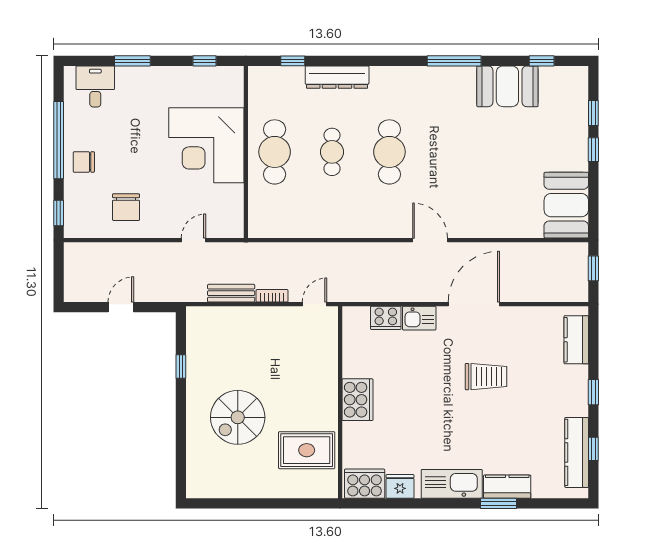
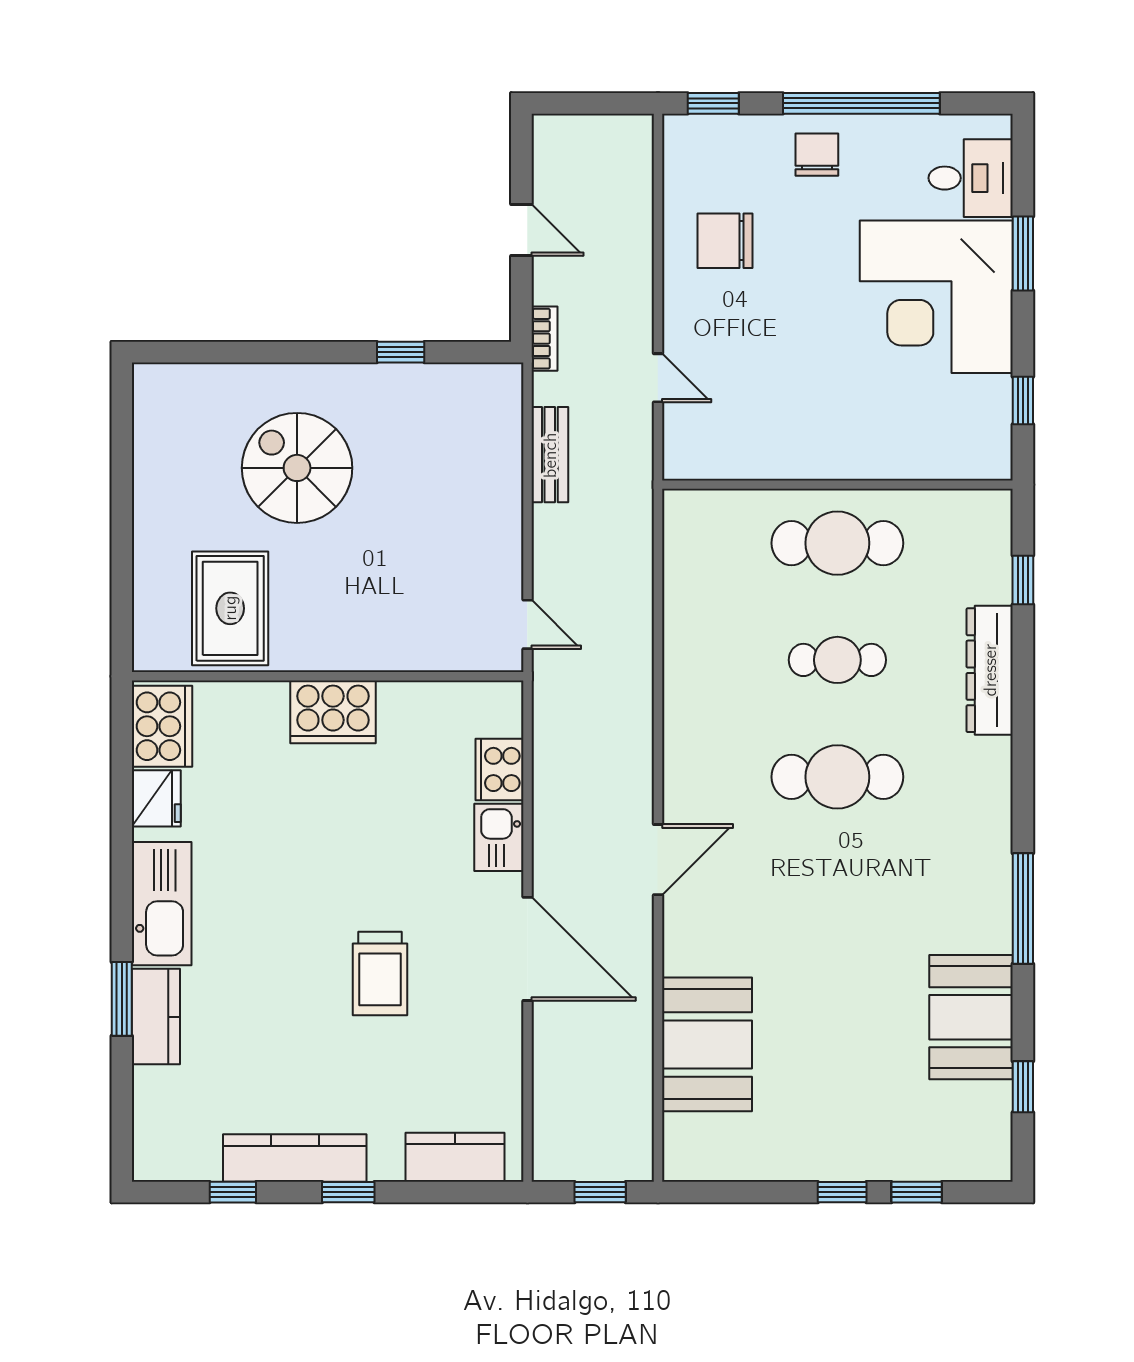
corner desk: (206, 145) -> (936, 297), moved, turned -90
booth: (566, 205) -> (707, 1044), moved, turned 90
bookcase: (272, 296) -> (544, 339), moved
kitchen counter: (577, 452) -> (295, 1158), moved

